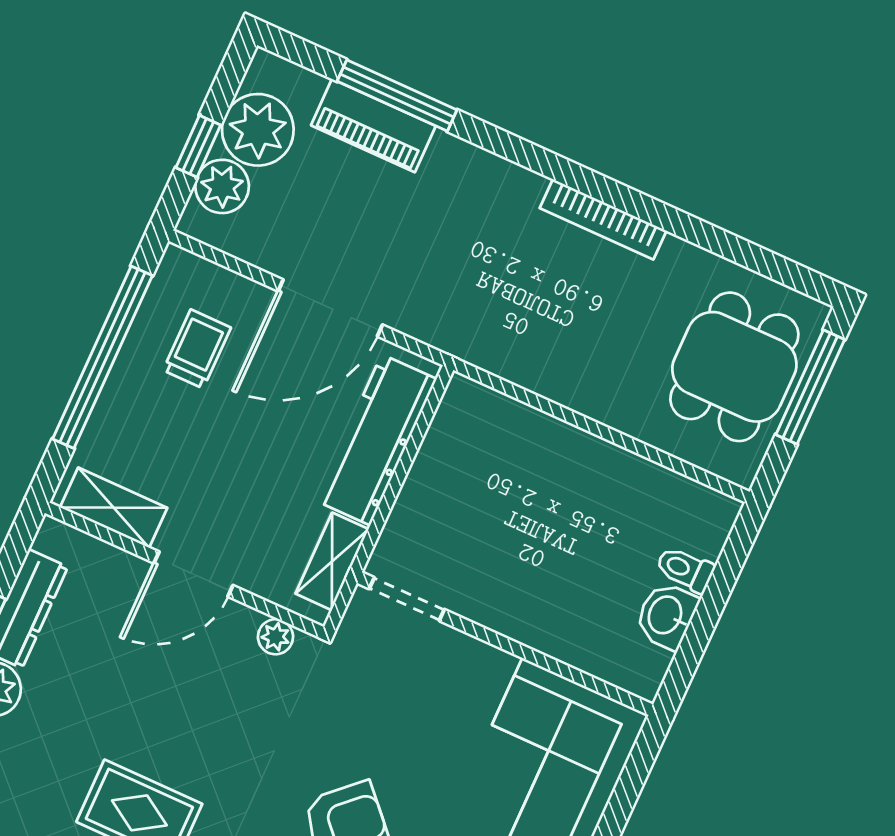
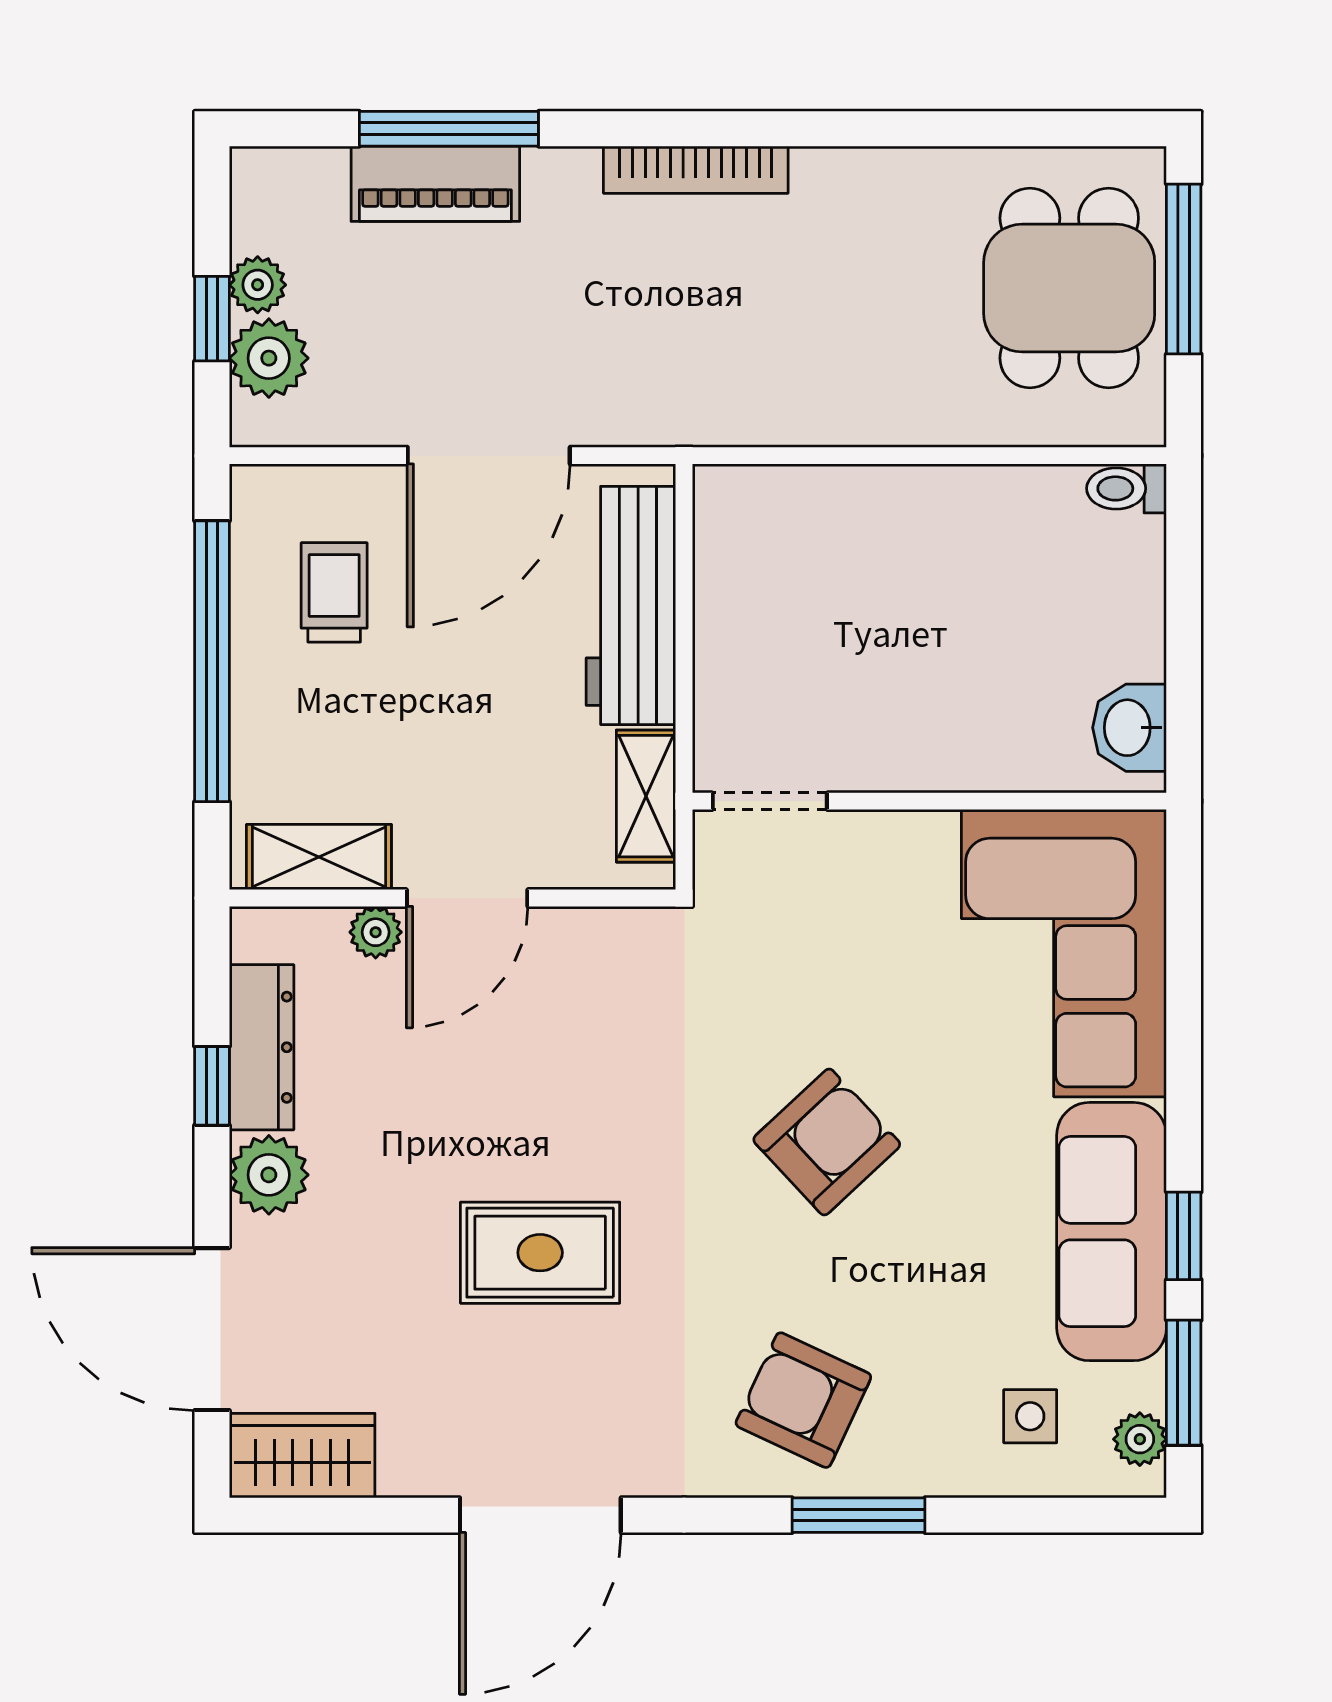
plant: (258, 130) -> (258, 285), width x0.53, depth x0.53
bookcase: (603, 219) -> (696, 170), moved
toilet: (685, 569) -> (1127, 488), moved
washbasin: (666, 616) -> (1129, 728), moved
plant: (275, 637) -> (376, 932), moved

